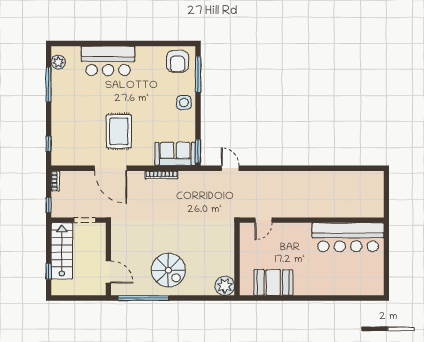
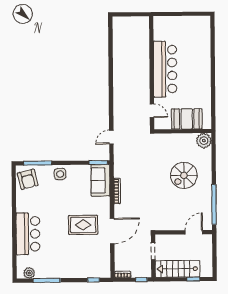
armchair: (178, 61) -> (28, 179), turned 76
bar counter: (348, 237) -> (165, 69), moved
spiral stairs: (168, 270) -> (184, 175), moved, turned 180
booth: (273, 282) -> (187, 119), moved, turned 90

